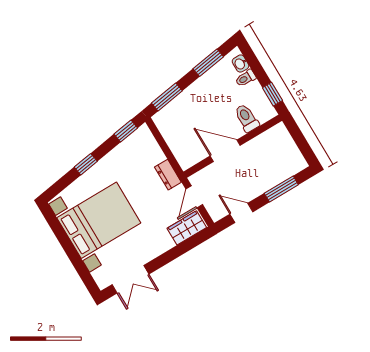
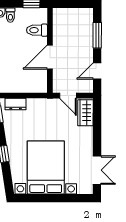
dresser: (168, 175) -> (16, 104), moved

